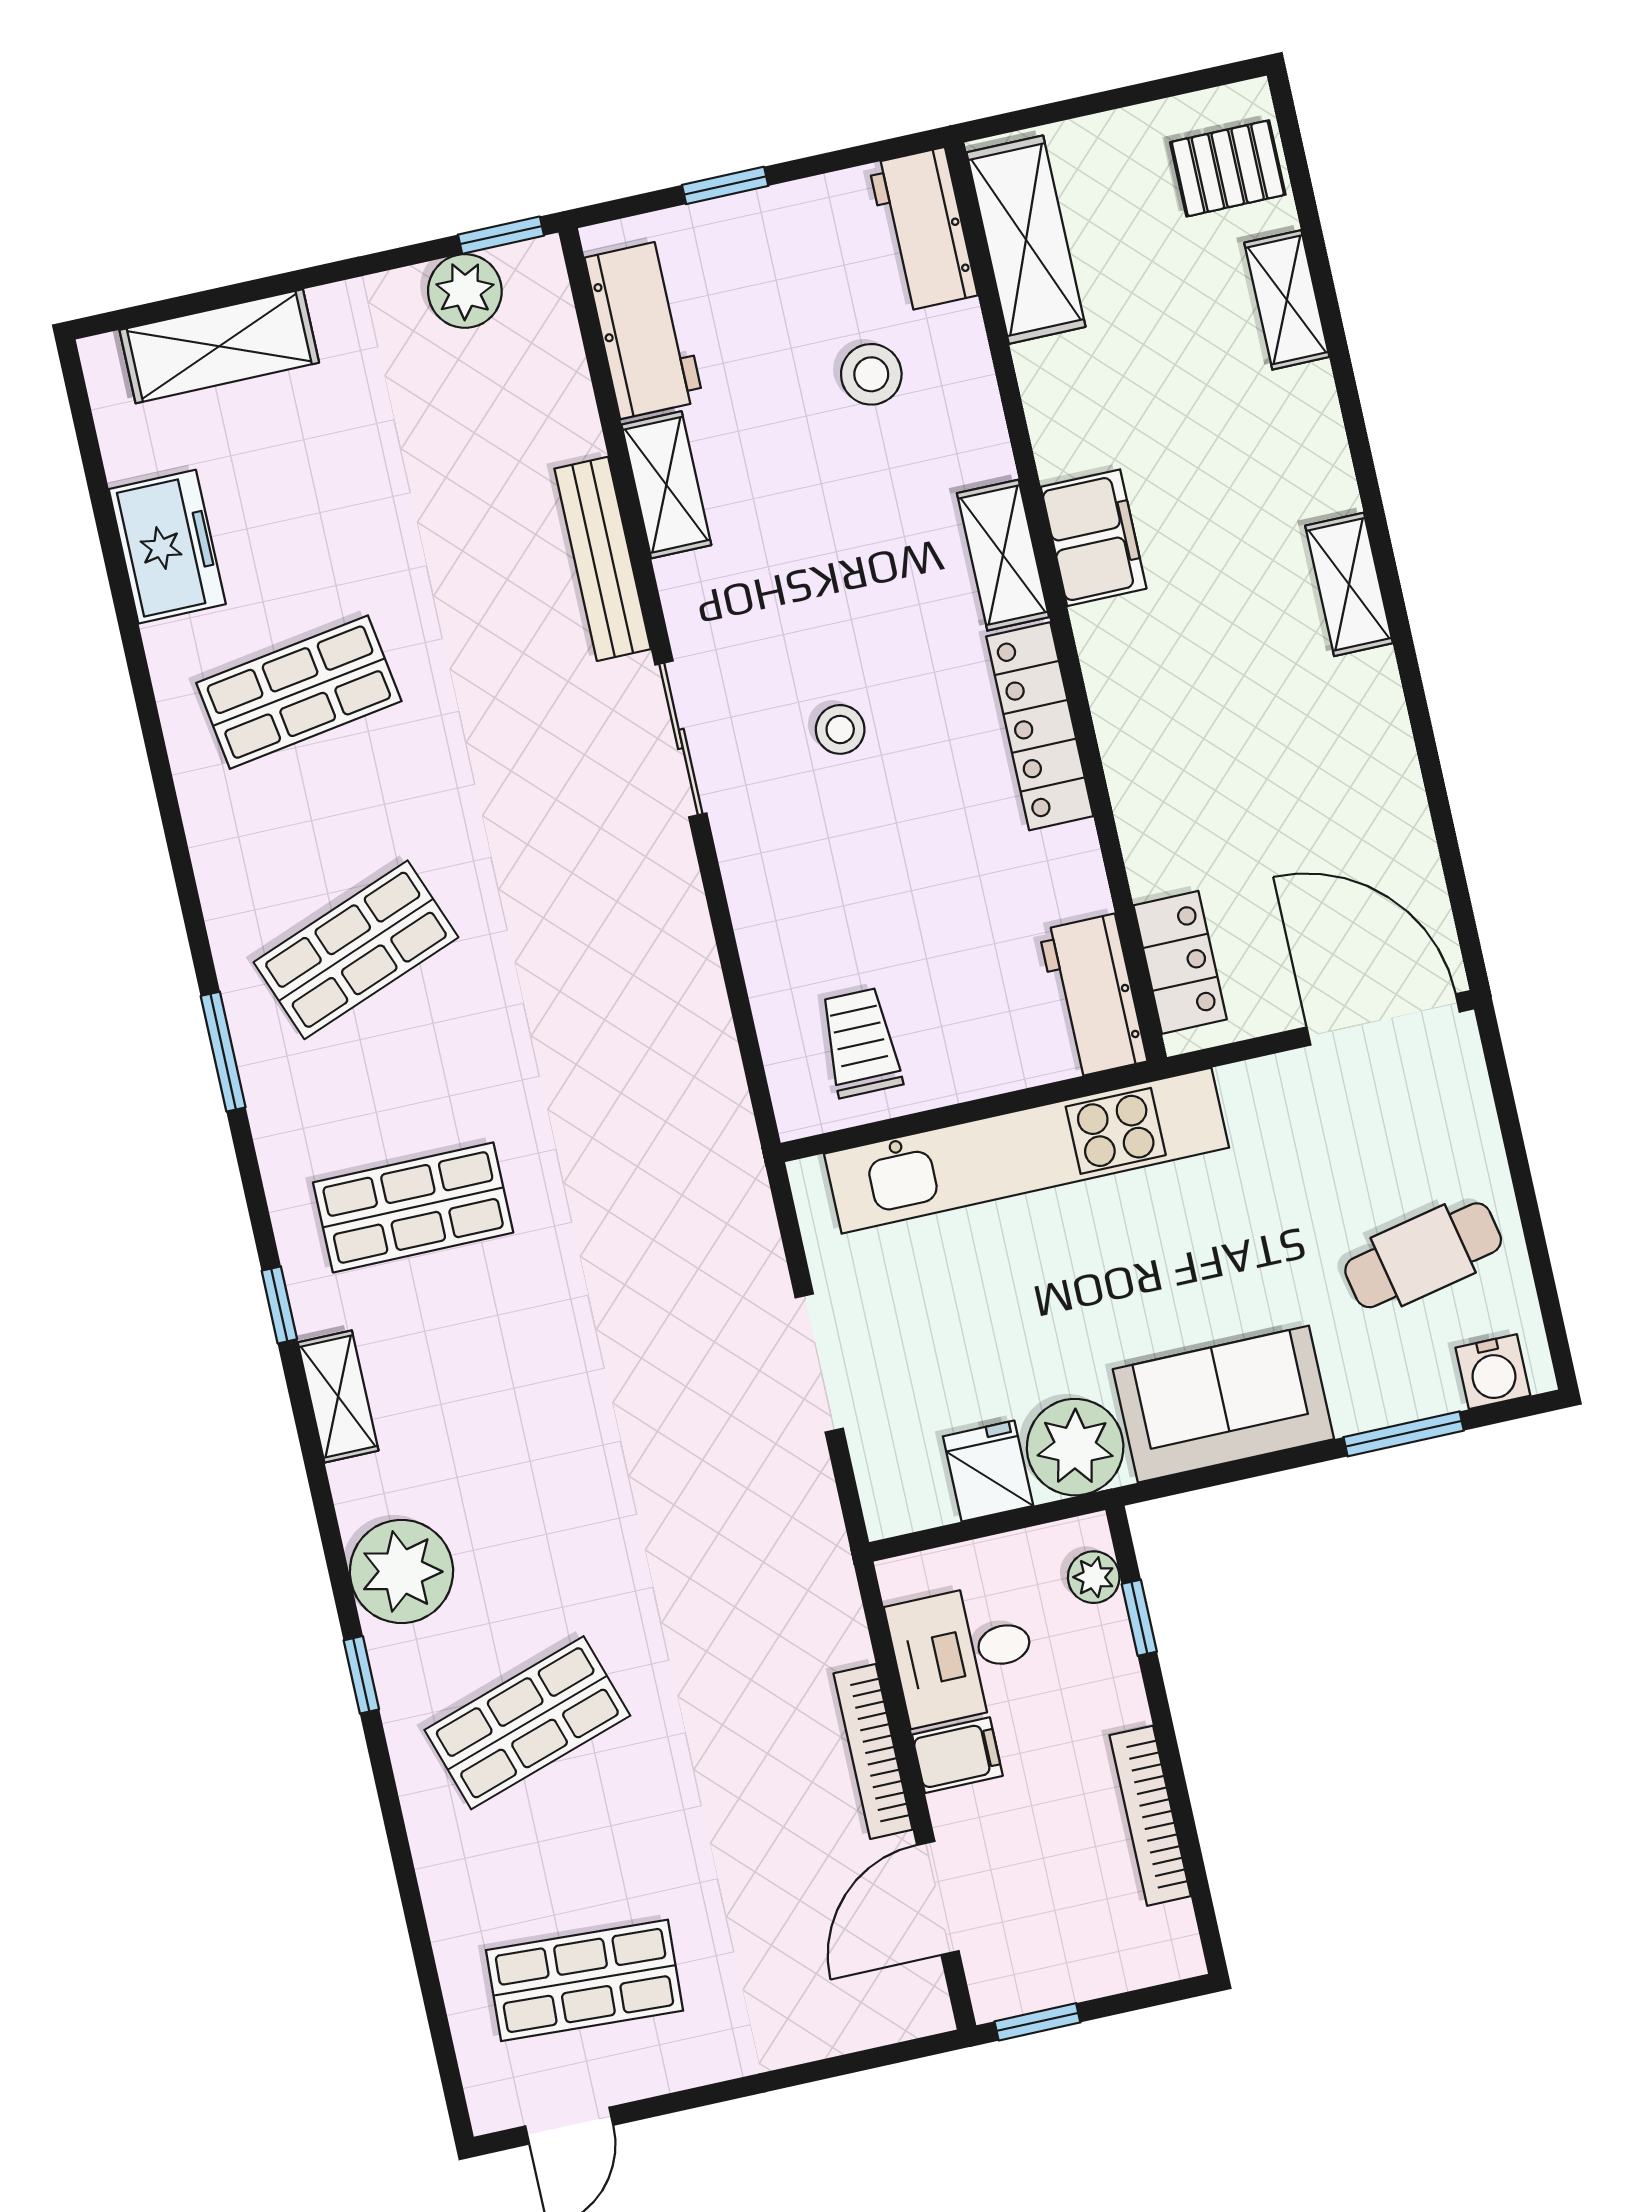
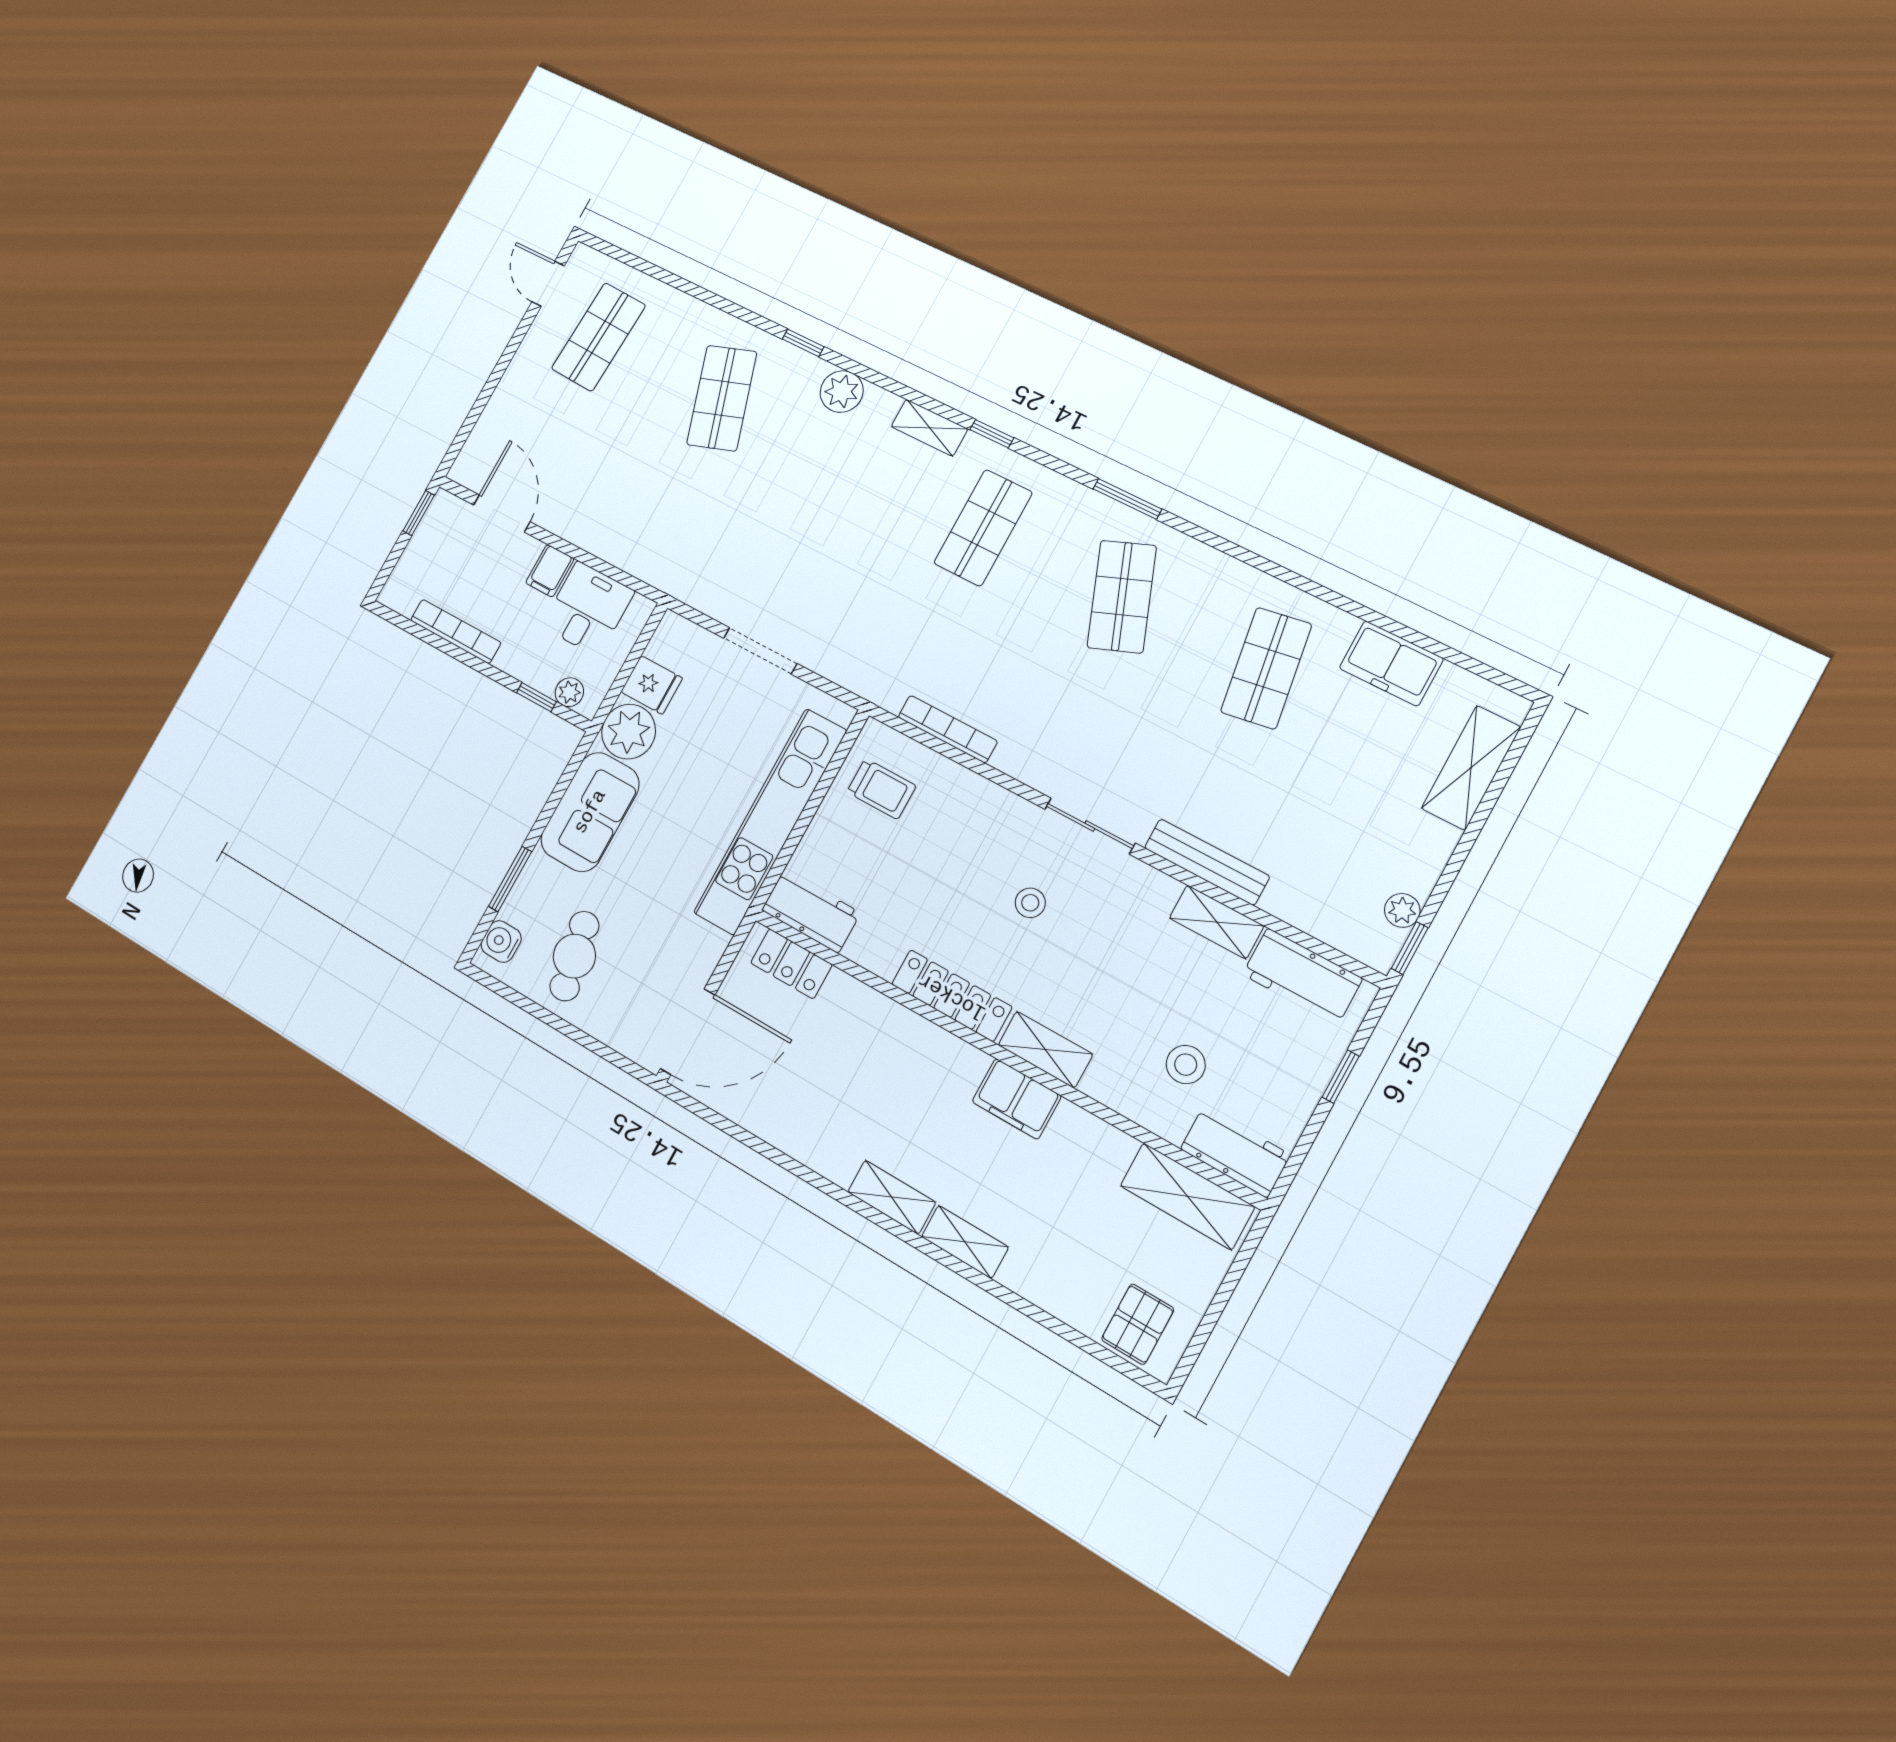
plant: (465, 291) -> (1402, 910), width x0.73, depth x0.73
shelving: (1287, 300) -> (965, 1242), moved
plant: (401, 1571) -> (842, 392), width x0.73, depth x0.73
bookcase: (873, 1752) -> (948, 729), moved

